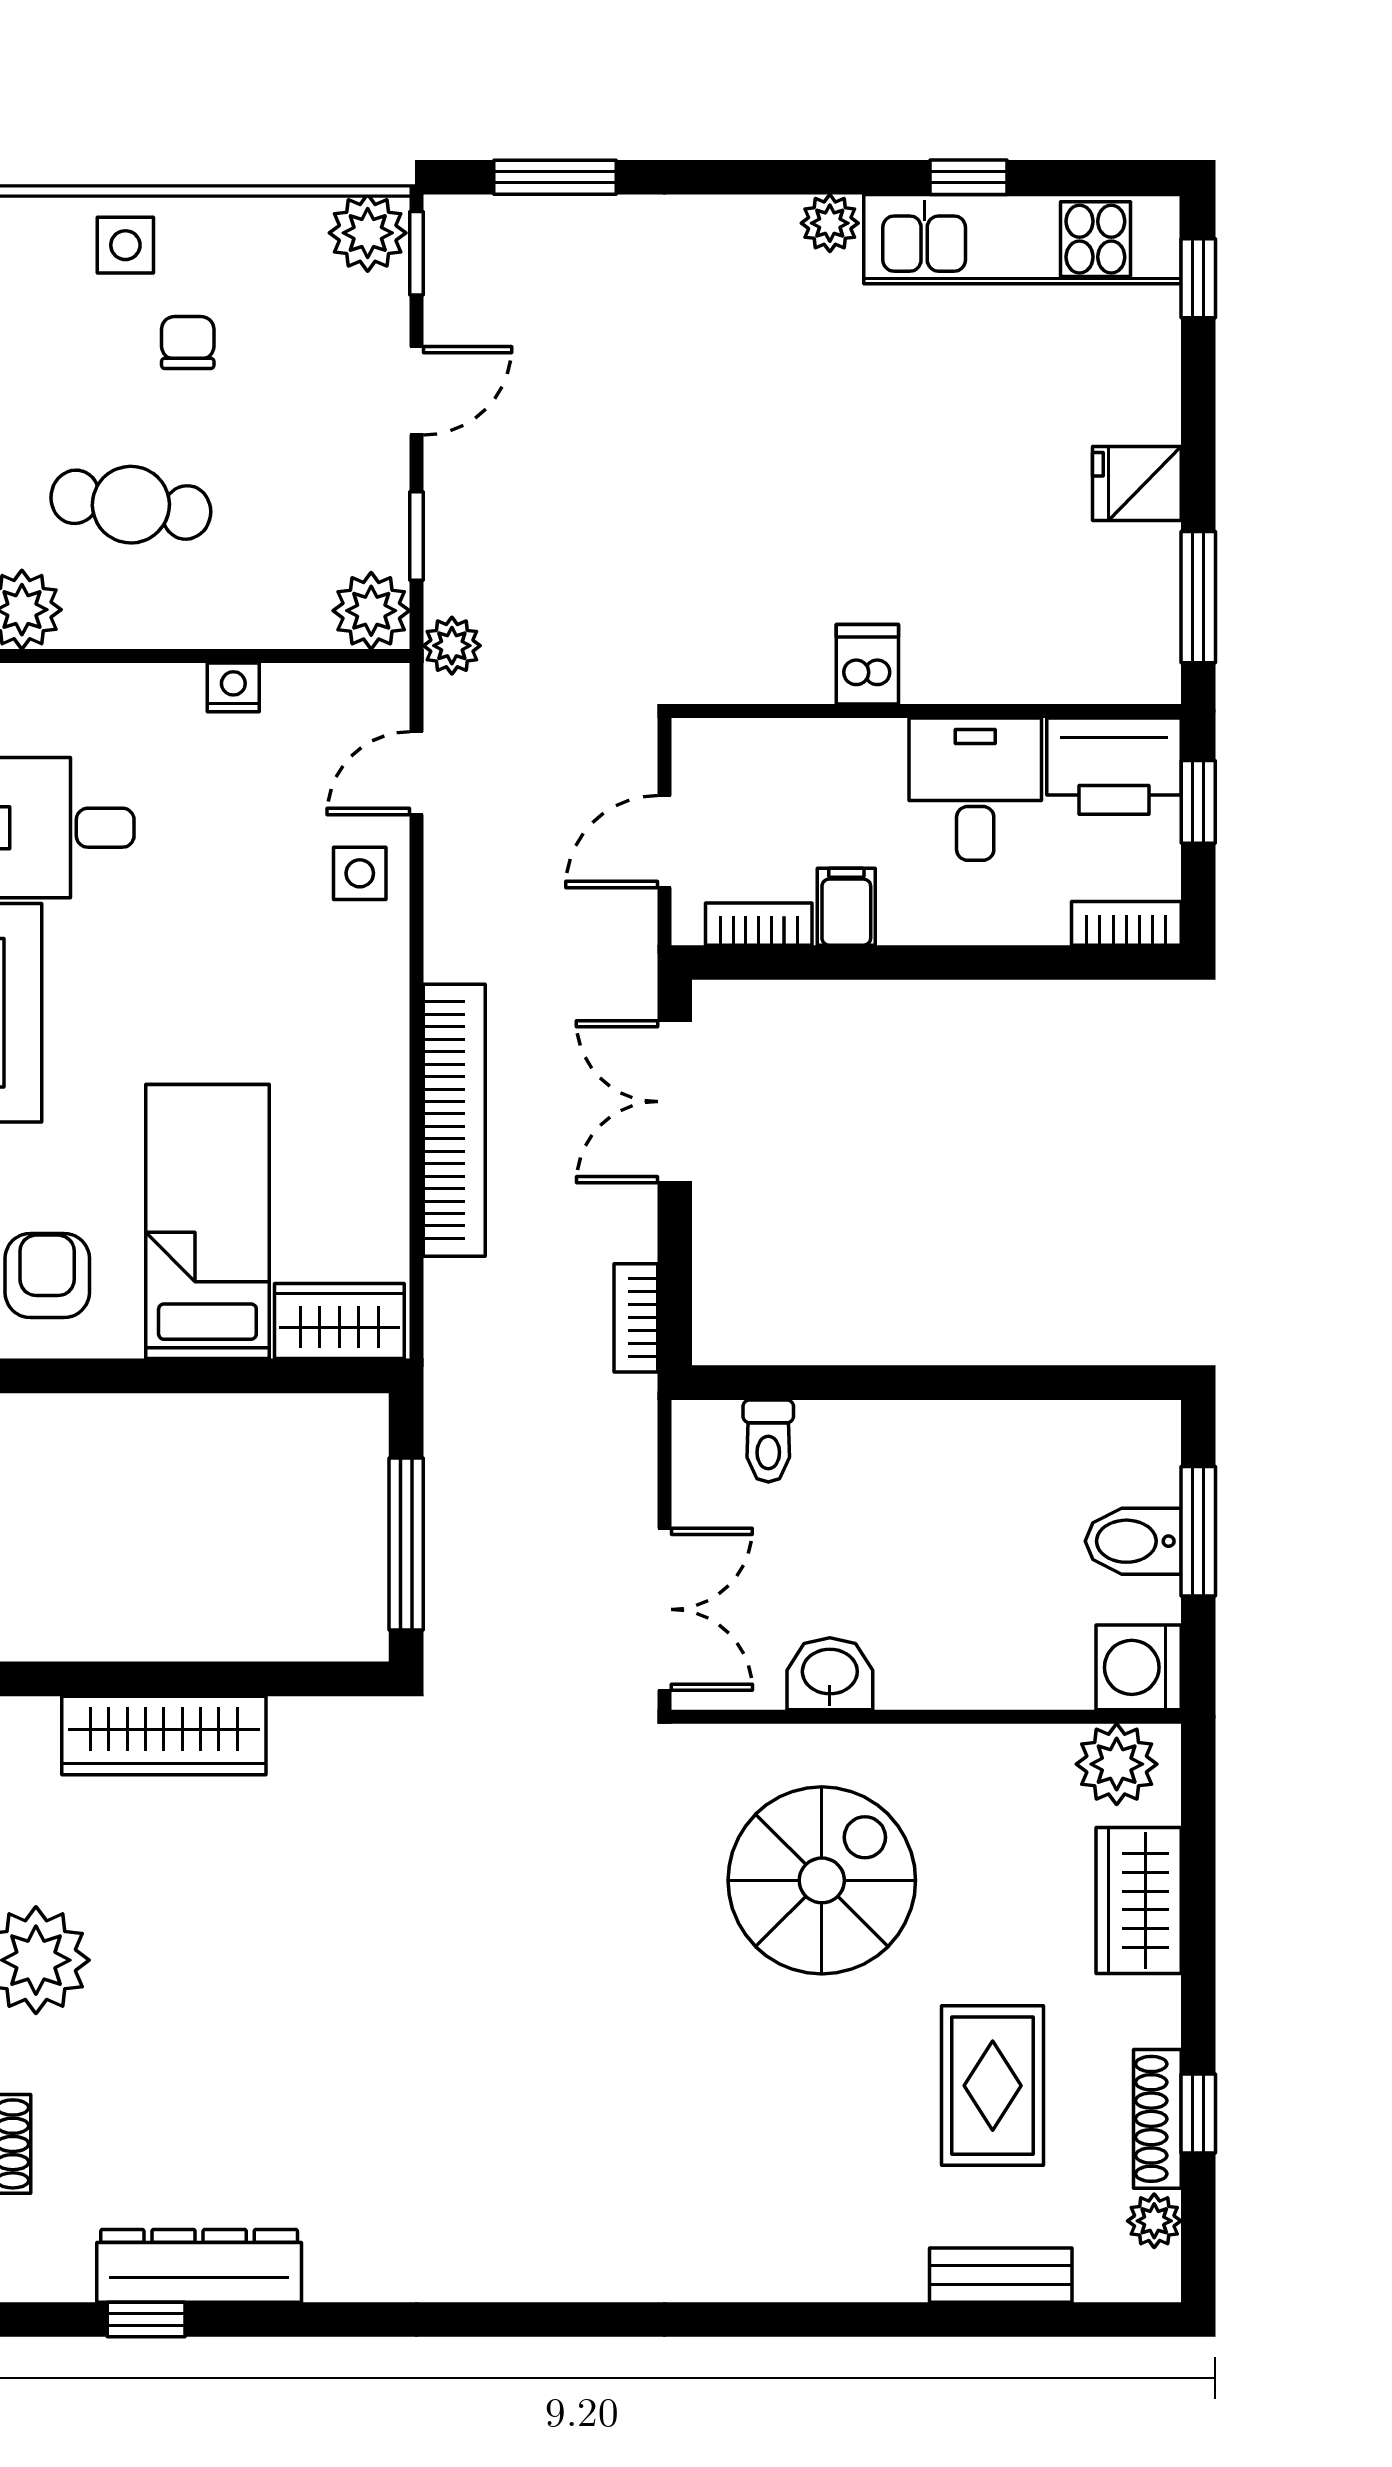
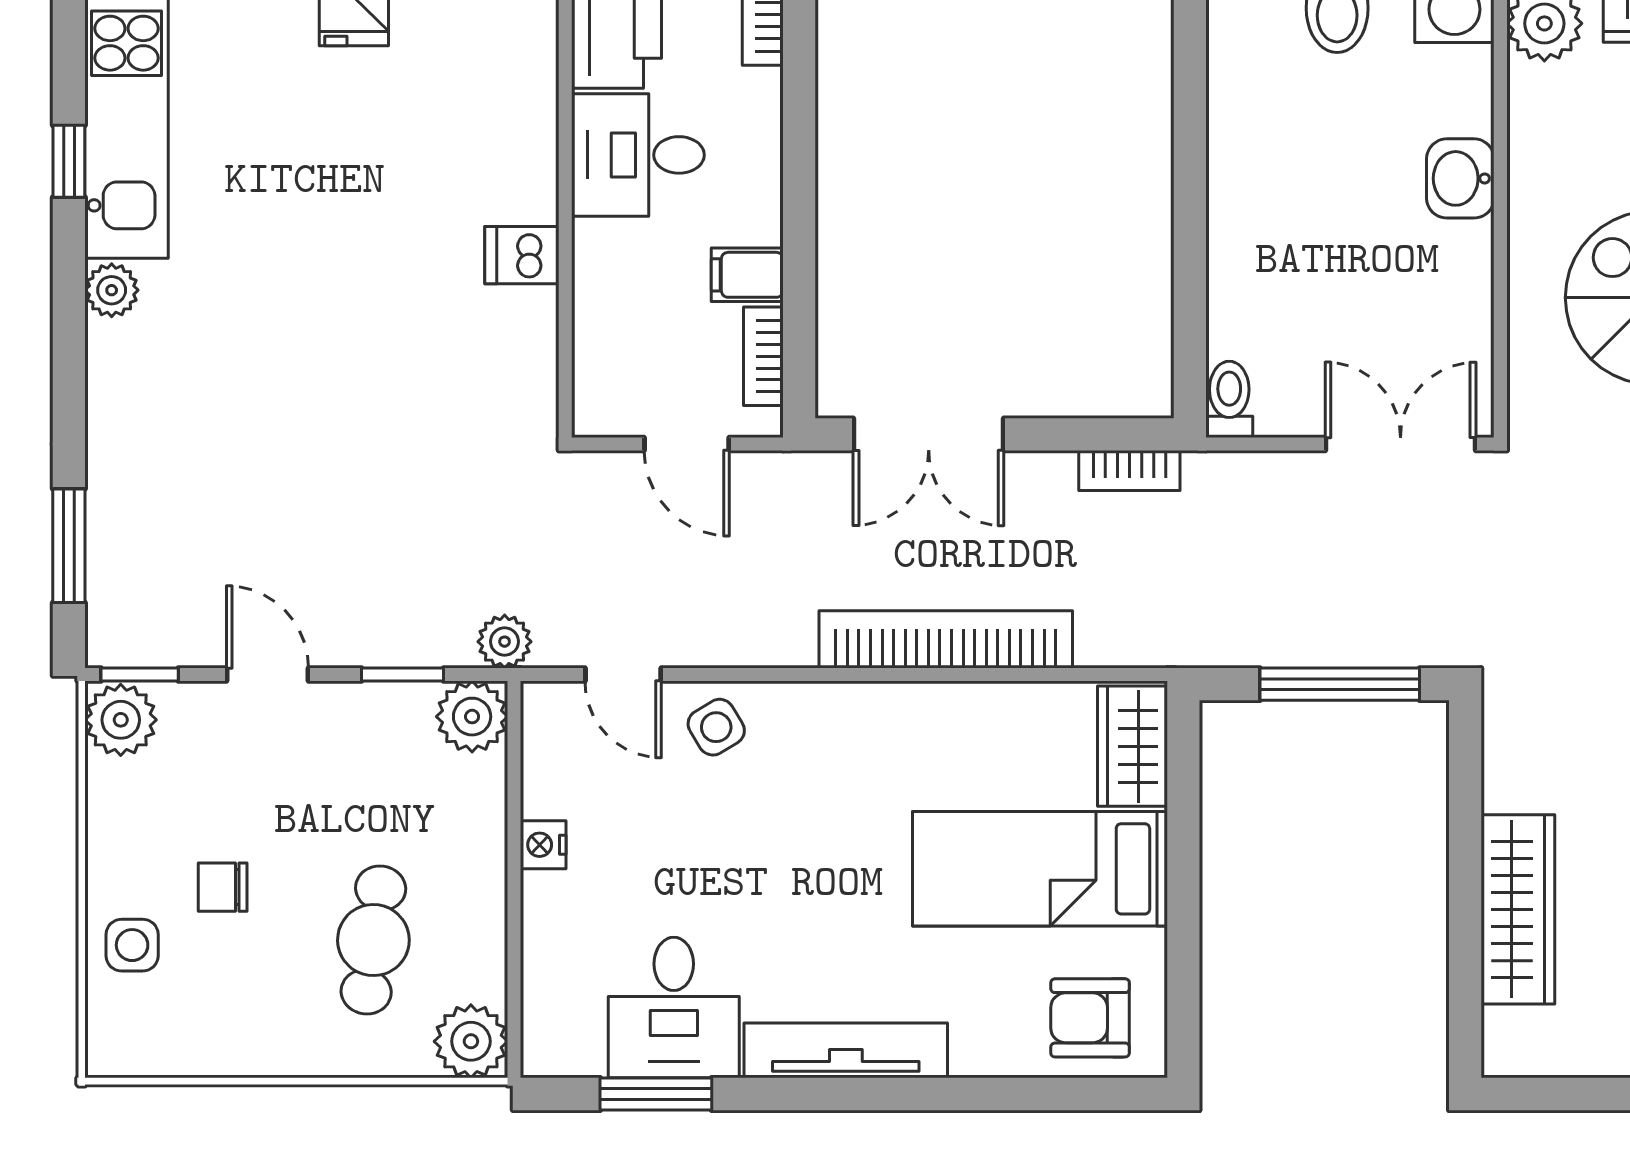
side table: (360, 873) -> (716, 727), turned -31
toilet: (768, 1441) -> (1229, 399), moved, turned -90
washbasin: (830, 1674) -> (1460, 178), moved

